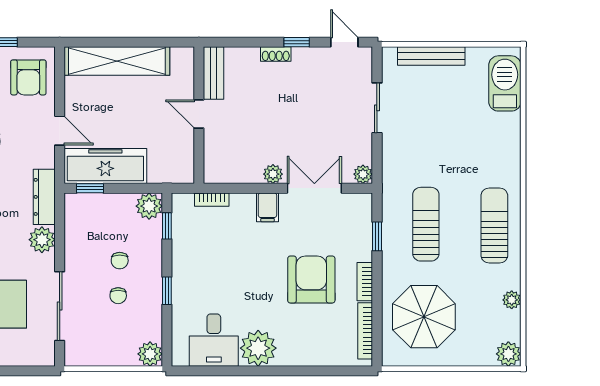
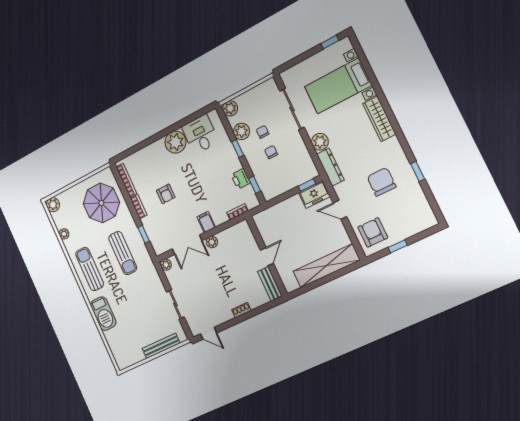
window: (297, 42) -> (233, 322), removed
barbecue: (505, 83) -> (103, 314), moved
door: (199, 114) -> (267, 257), hinge flipped
freezer: (105, 166) -> (314, 195), width x0.52, depth x0.79
plant: (149, 206) -> (242, 131), moved
sun lounger: (494, 226) -> (90, 269), turned 180
printer: (184, 245) -> (241, 179), added
armchair: (311, 280) -> (166, 194), width x0.53, depth x0.53

